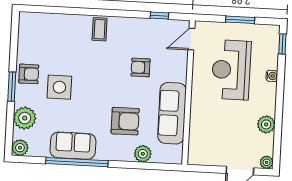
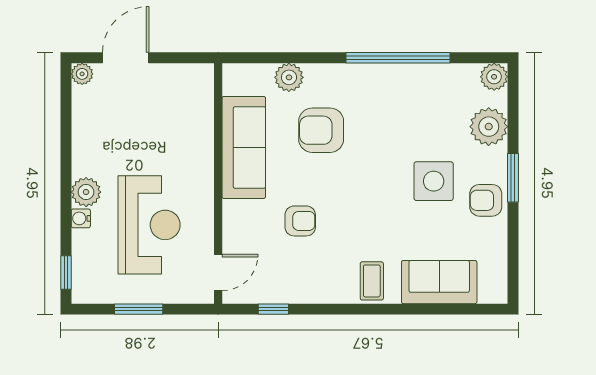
plant: (266, 124) -> (86, 192), moved
sofa: (73, 146) -> (439, 282), moved, turned 180

